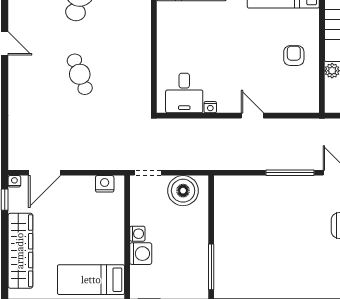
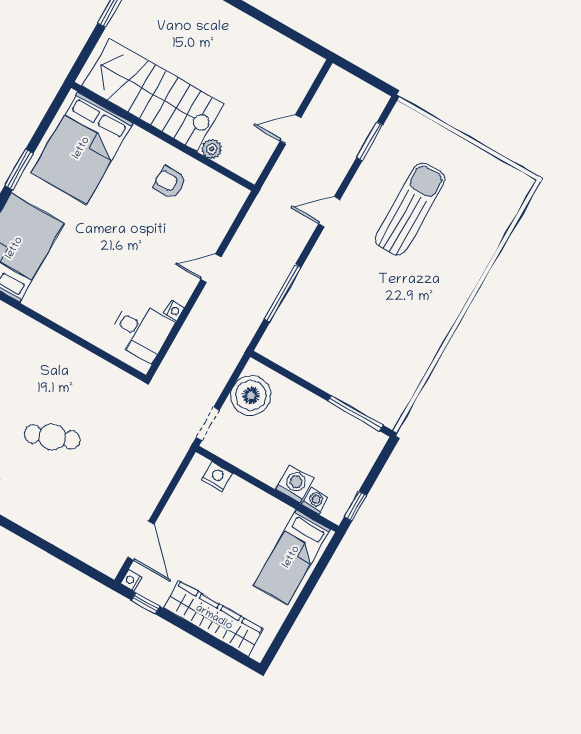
window: (290, 173) -> (283, 293), moved
nightstand: (105, 184) -> (217, 477), moved, turned 90
washing machine: (137, 234) -> (315, 501), moved

